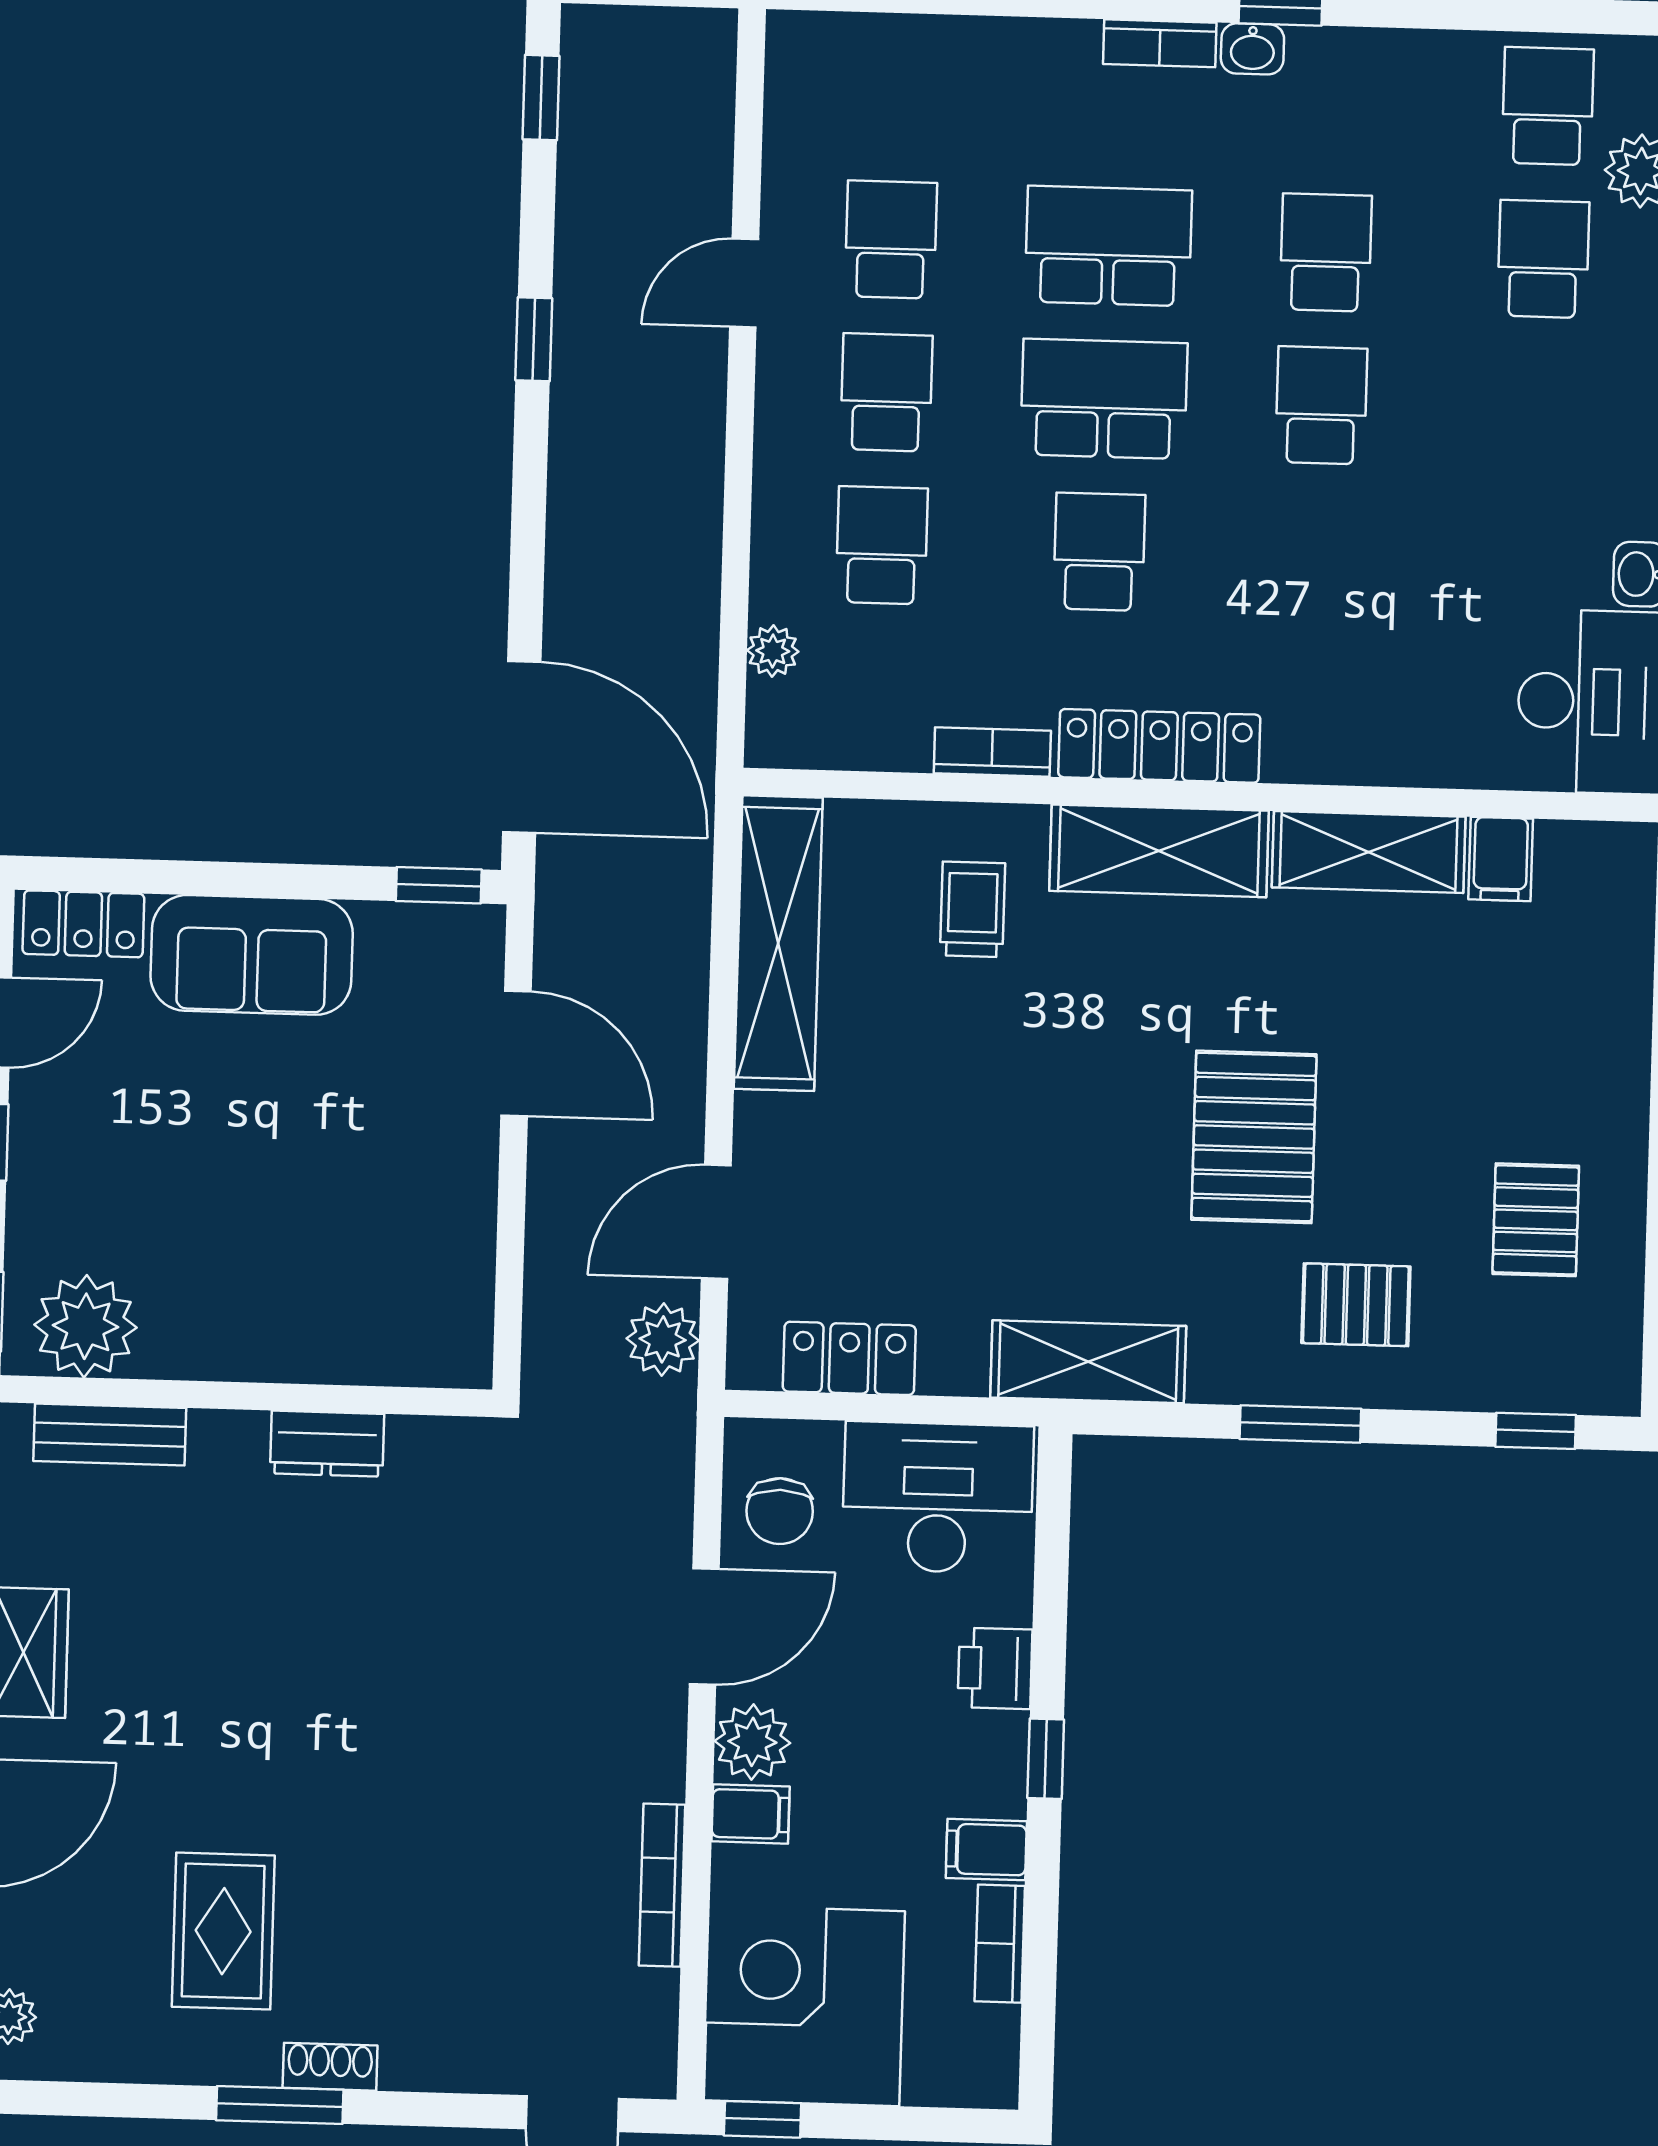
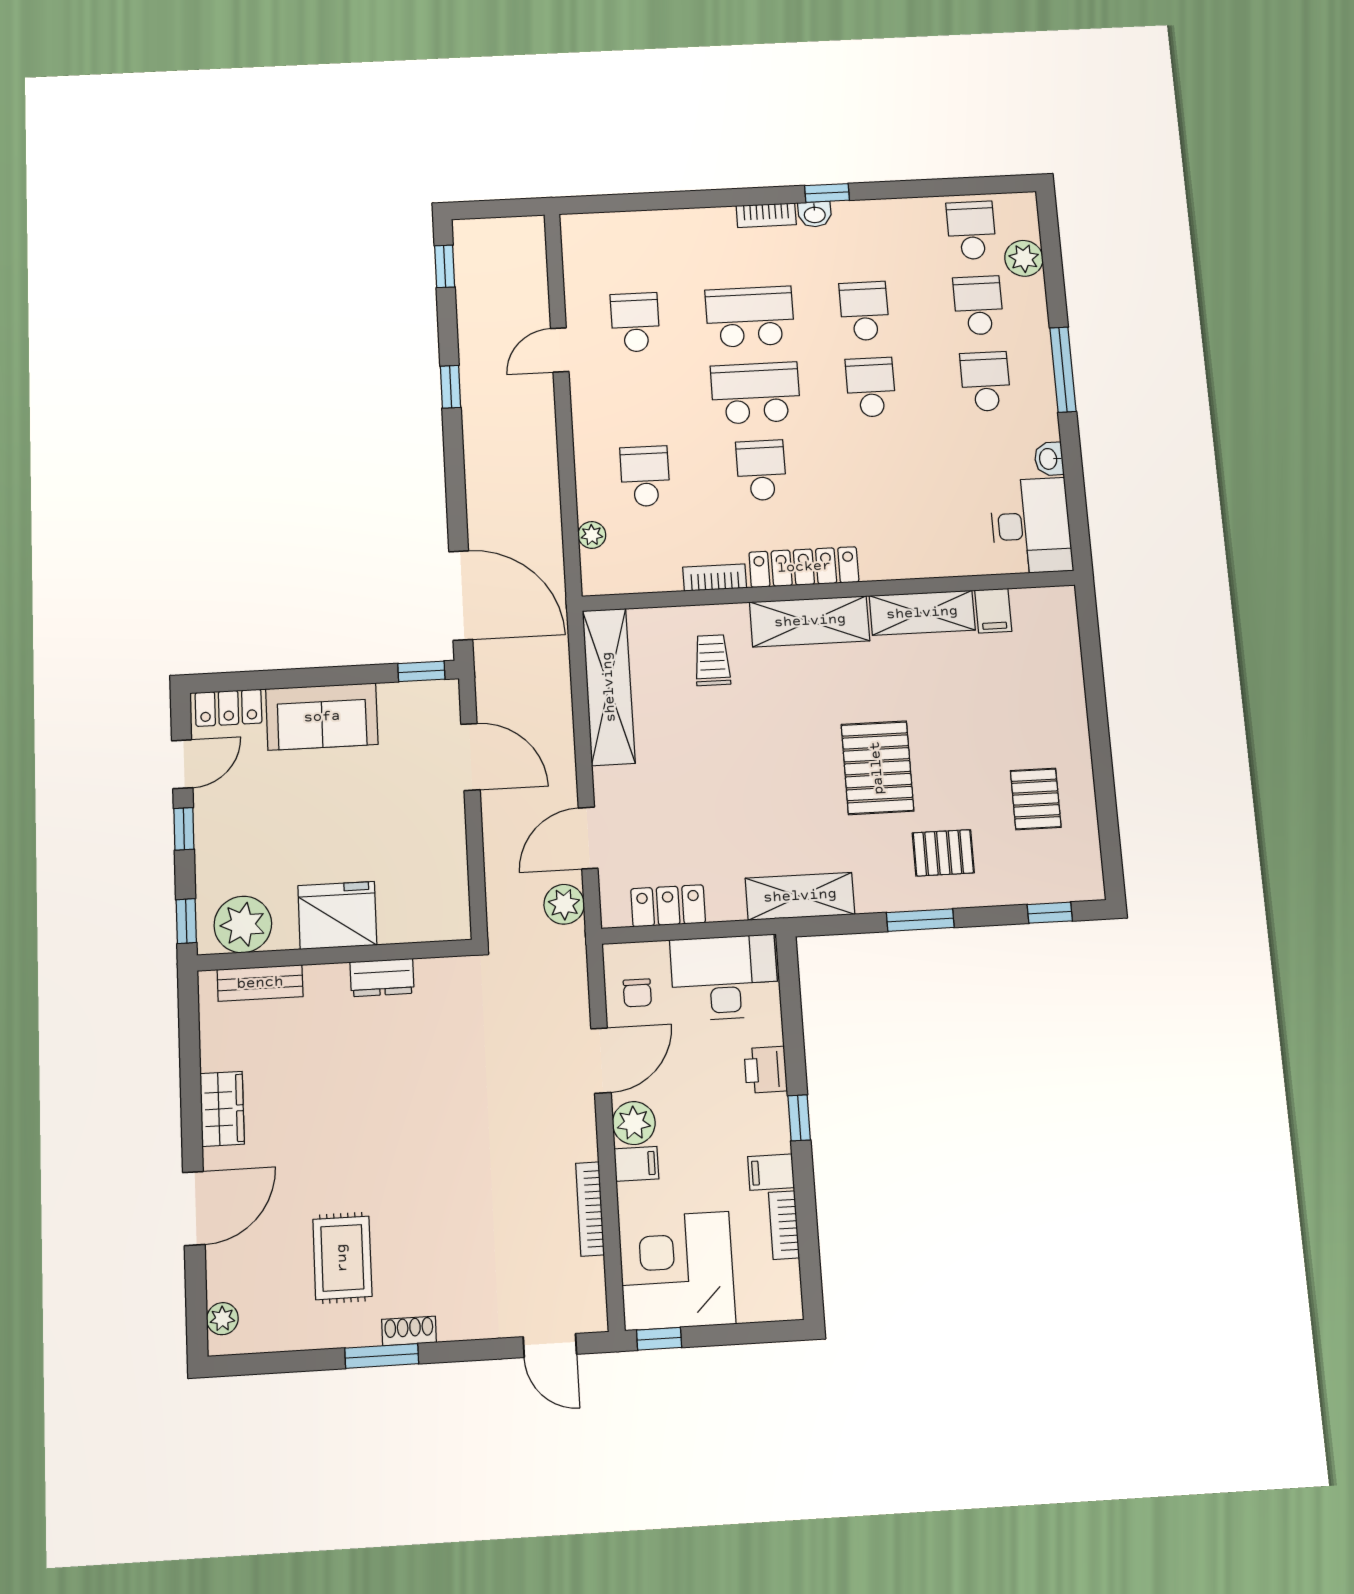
school desk: (886, 392) -> (985, 381), moved
fridge: (255, 1324) -> (337, 915), added
chair: (780, 1511) -> (637, 993), width x0.73, depth x0.73

